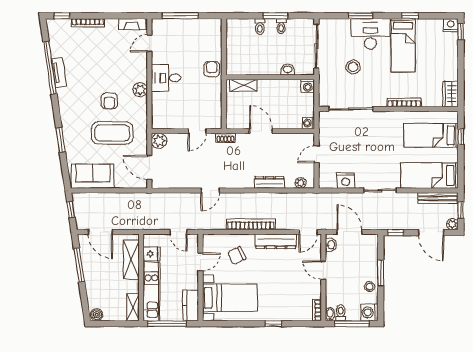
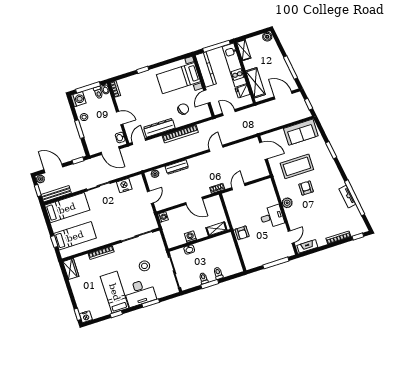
washing machine: (308, 86) -> (190, 237), moved
plant: (159, 141) -> (263, 171), removed
kitchen counter: (191, 305) -> (206, 70), width x1.50

